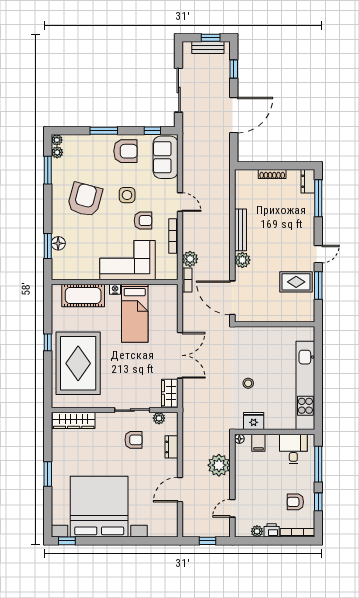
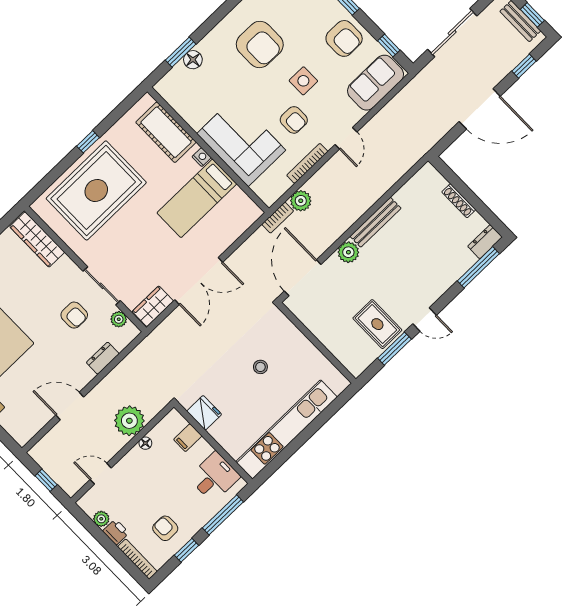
armchair: (85, 200) -> (260, 44), turned 75
stool: (248, 383) -> (260, 367), moved
floor lamp: (239, 439) -> (145, 443), moved

